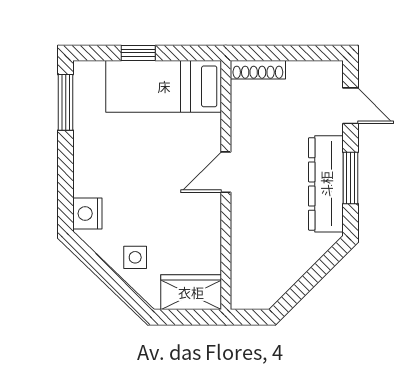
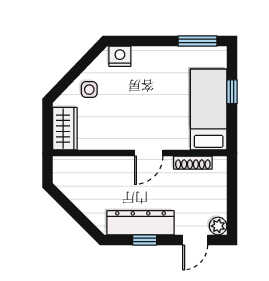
shoe rack: (258, 70) -> (193, 163), moved, turned -90
plant: (330, 73) -> (218, 226), added
door: (226, 172) -> (149, 153), swing flipped
window: (350, 178) -> (145, 240), width x0.67

